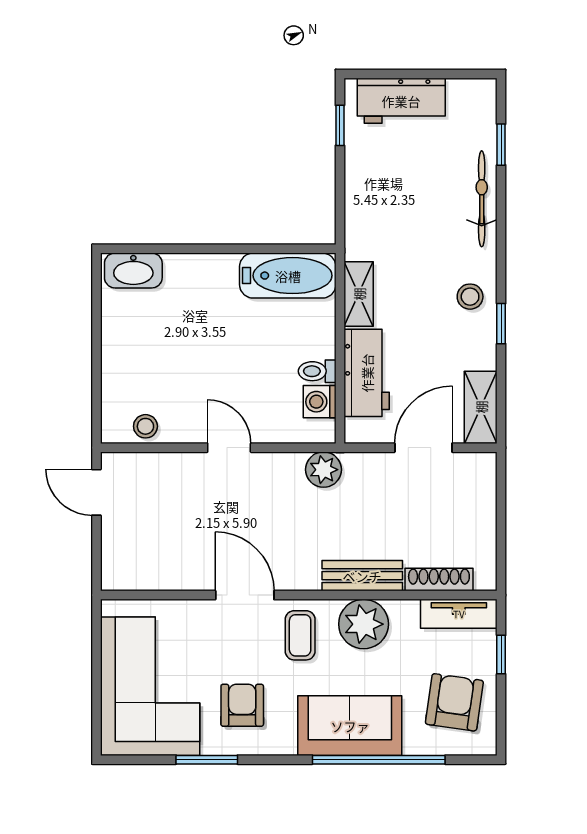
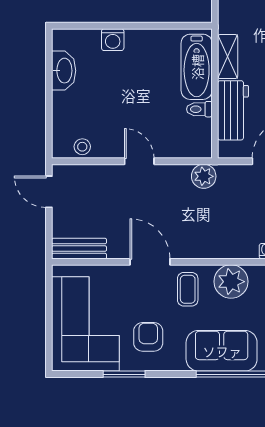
washbasin: (133, 270) -> (64, 71), moved, turned -90
bathtub: (288, 276) -> (197, 67), moved, turned 90
washing machine: (320, 402) -> (113, 40), moved, turned -90
bench: (362, 576) -> (79, 249), moved

